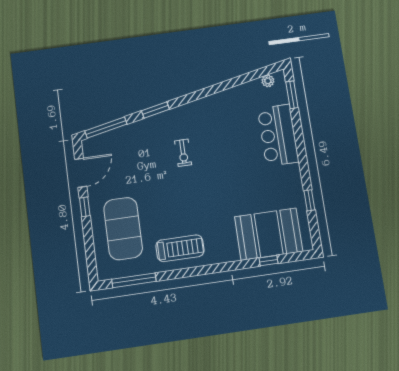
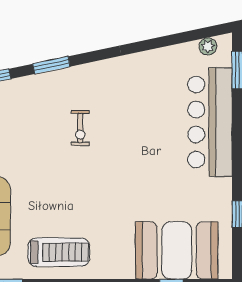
bar counter: (278, 135) -> (210, 122), width x1.36

